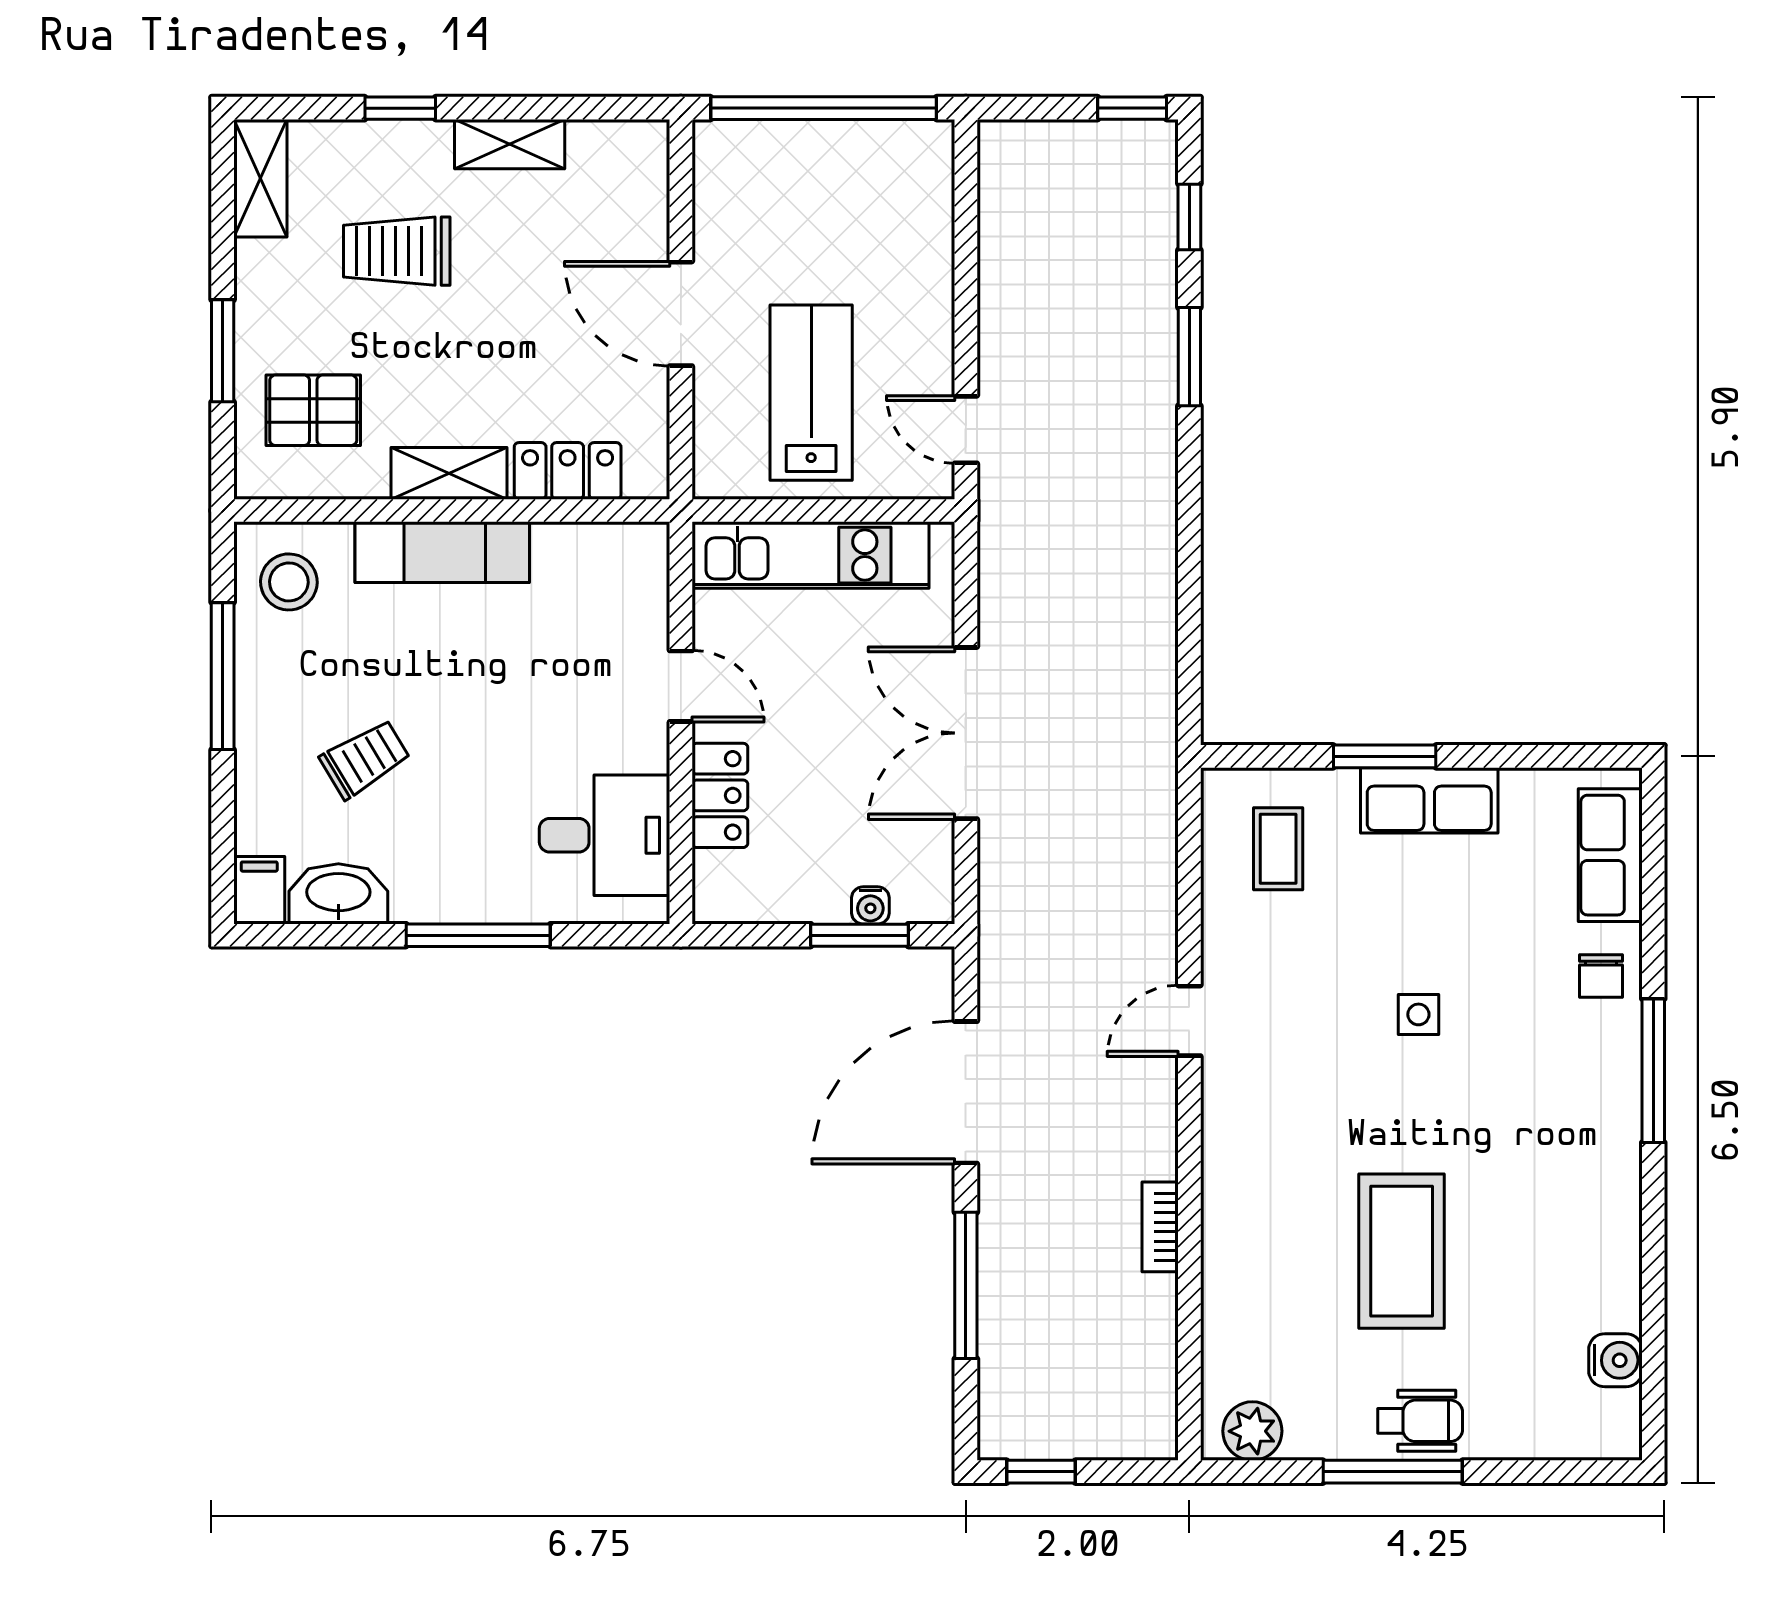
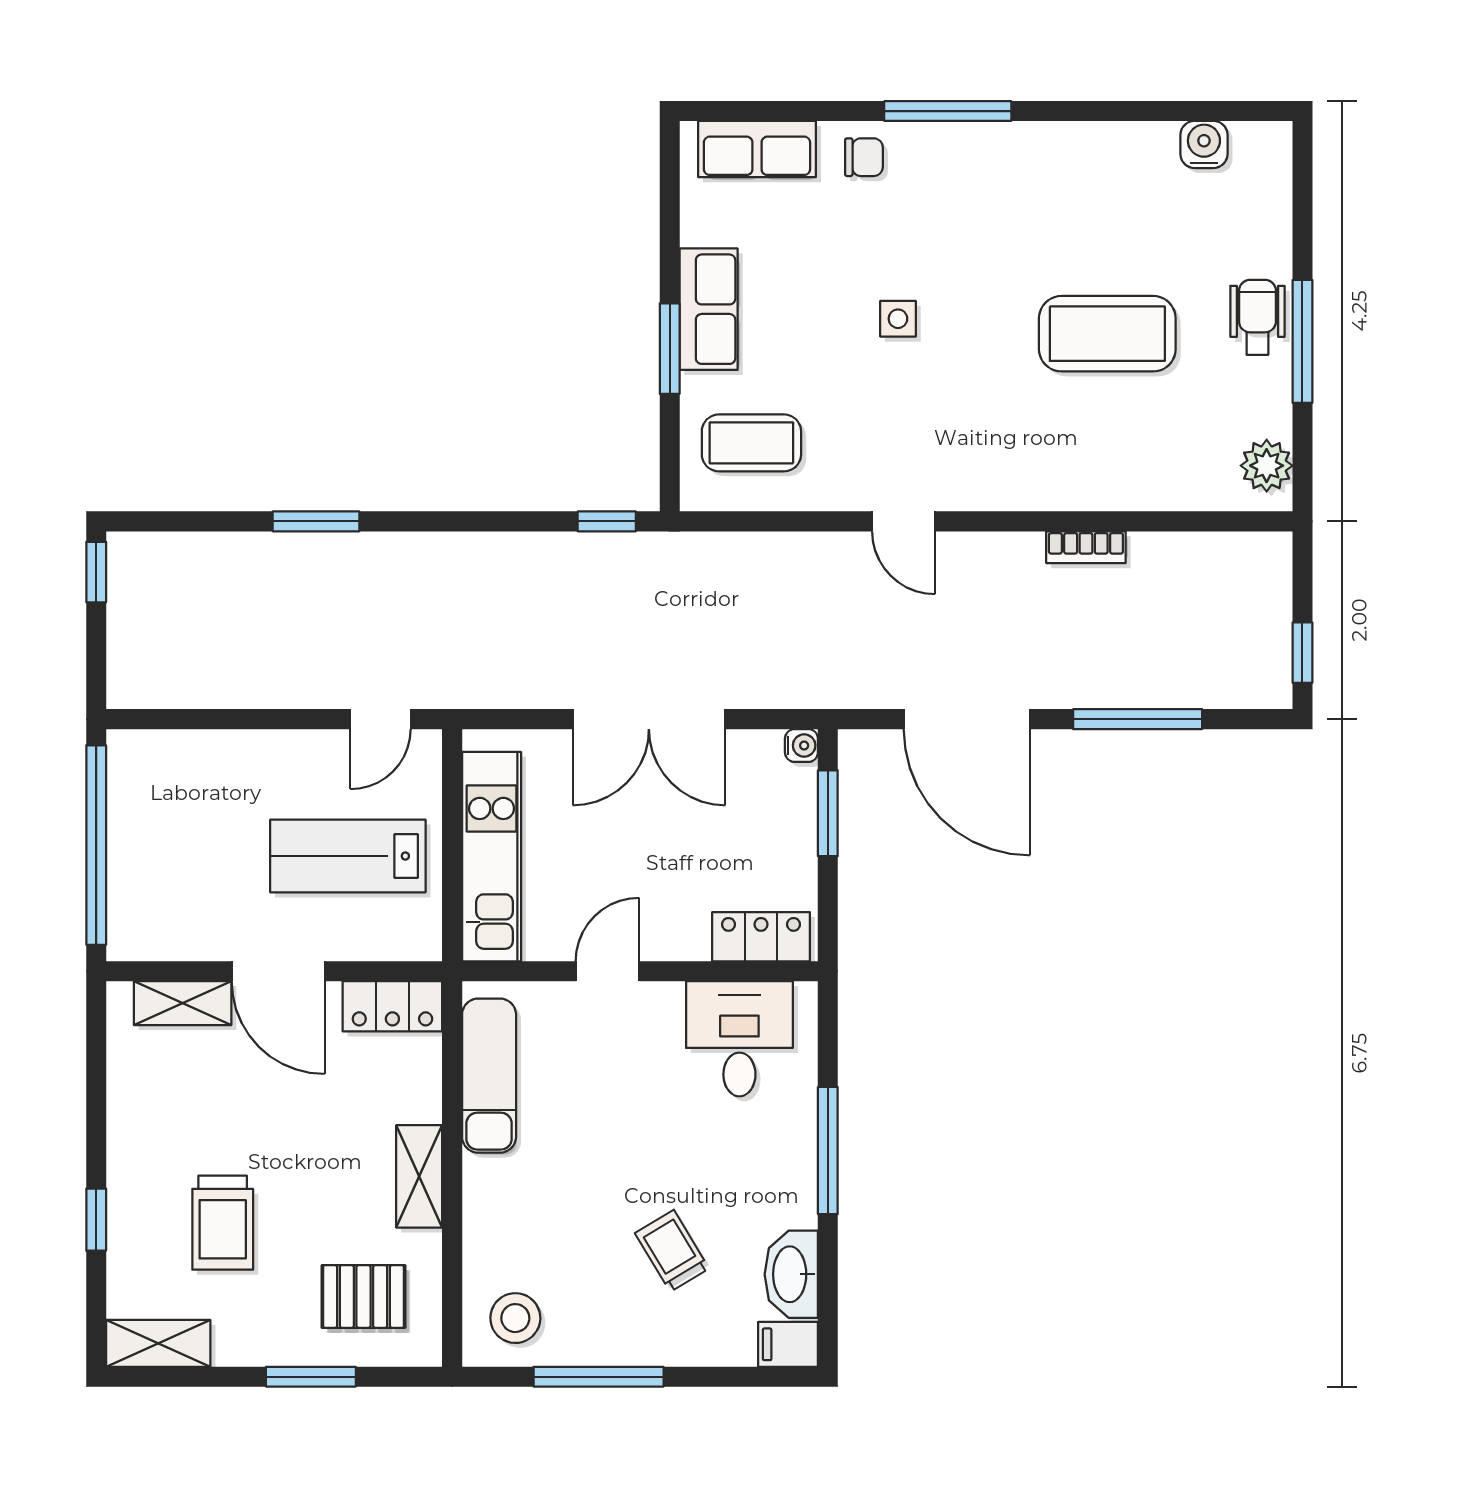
shelving: (510, 144) -> (183, 1003), moved, turned 90
window: (1189, 217) -> (607, 521), moved
door: (681, 314) -> (278, 971), hinge flipped
pallet: (313, 410) -> (363, 1296), turned 90
locker: (568, 471) -> (392, 1006), moved, turned -90
exam couch: (442, 552) -> (489, 1076), moved
locker: (720, 795) -> (761, 937), moved
coffee table: (1278, 849) -> (751, 443), width x1.36, depth x1.30
water cooler: (870, 905) -> (801, 745), moved

